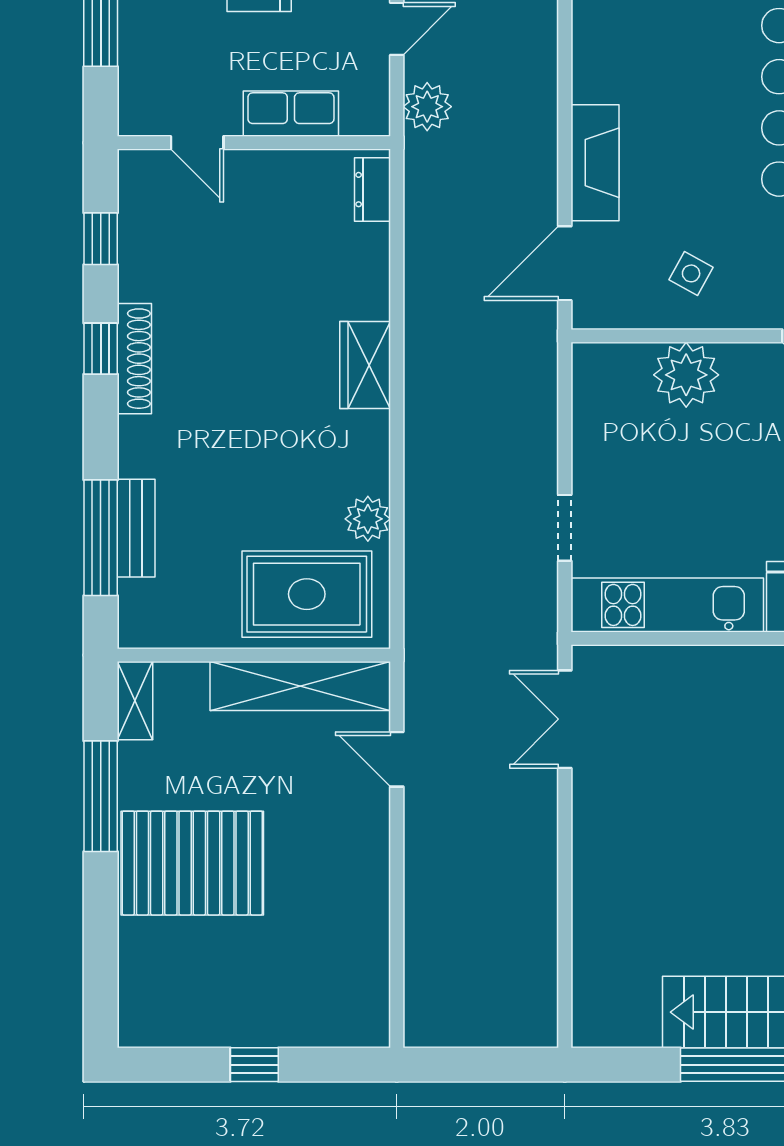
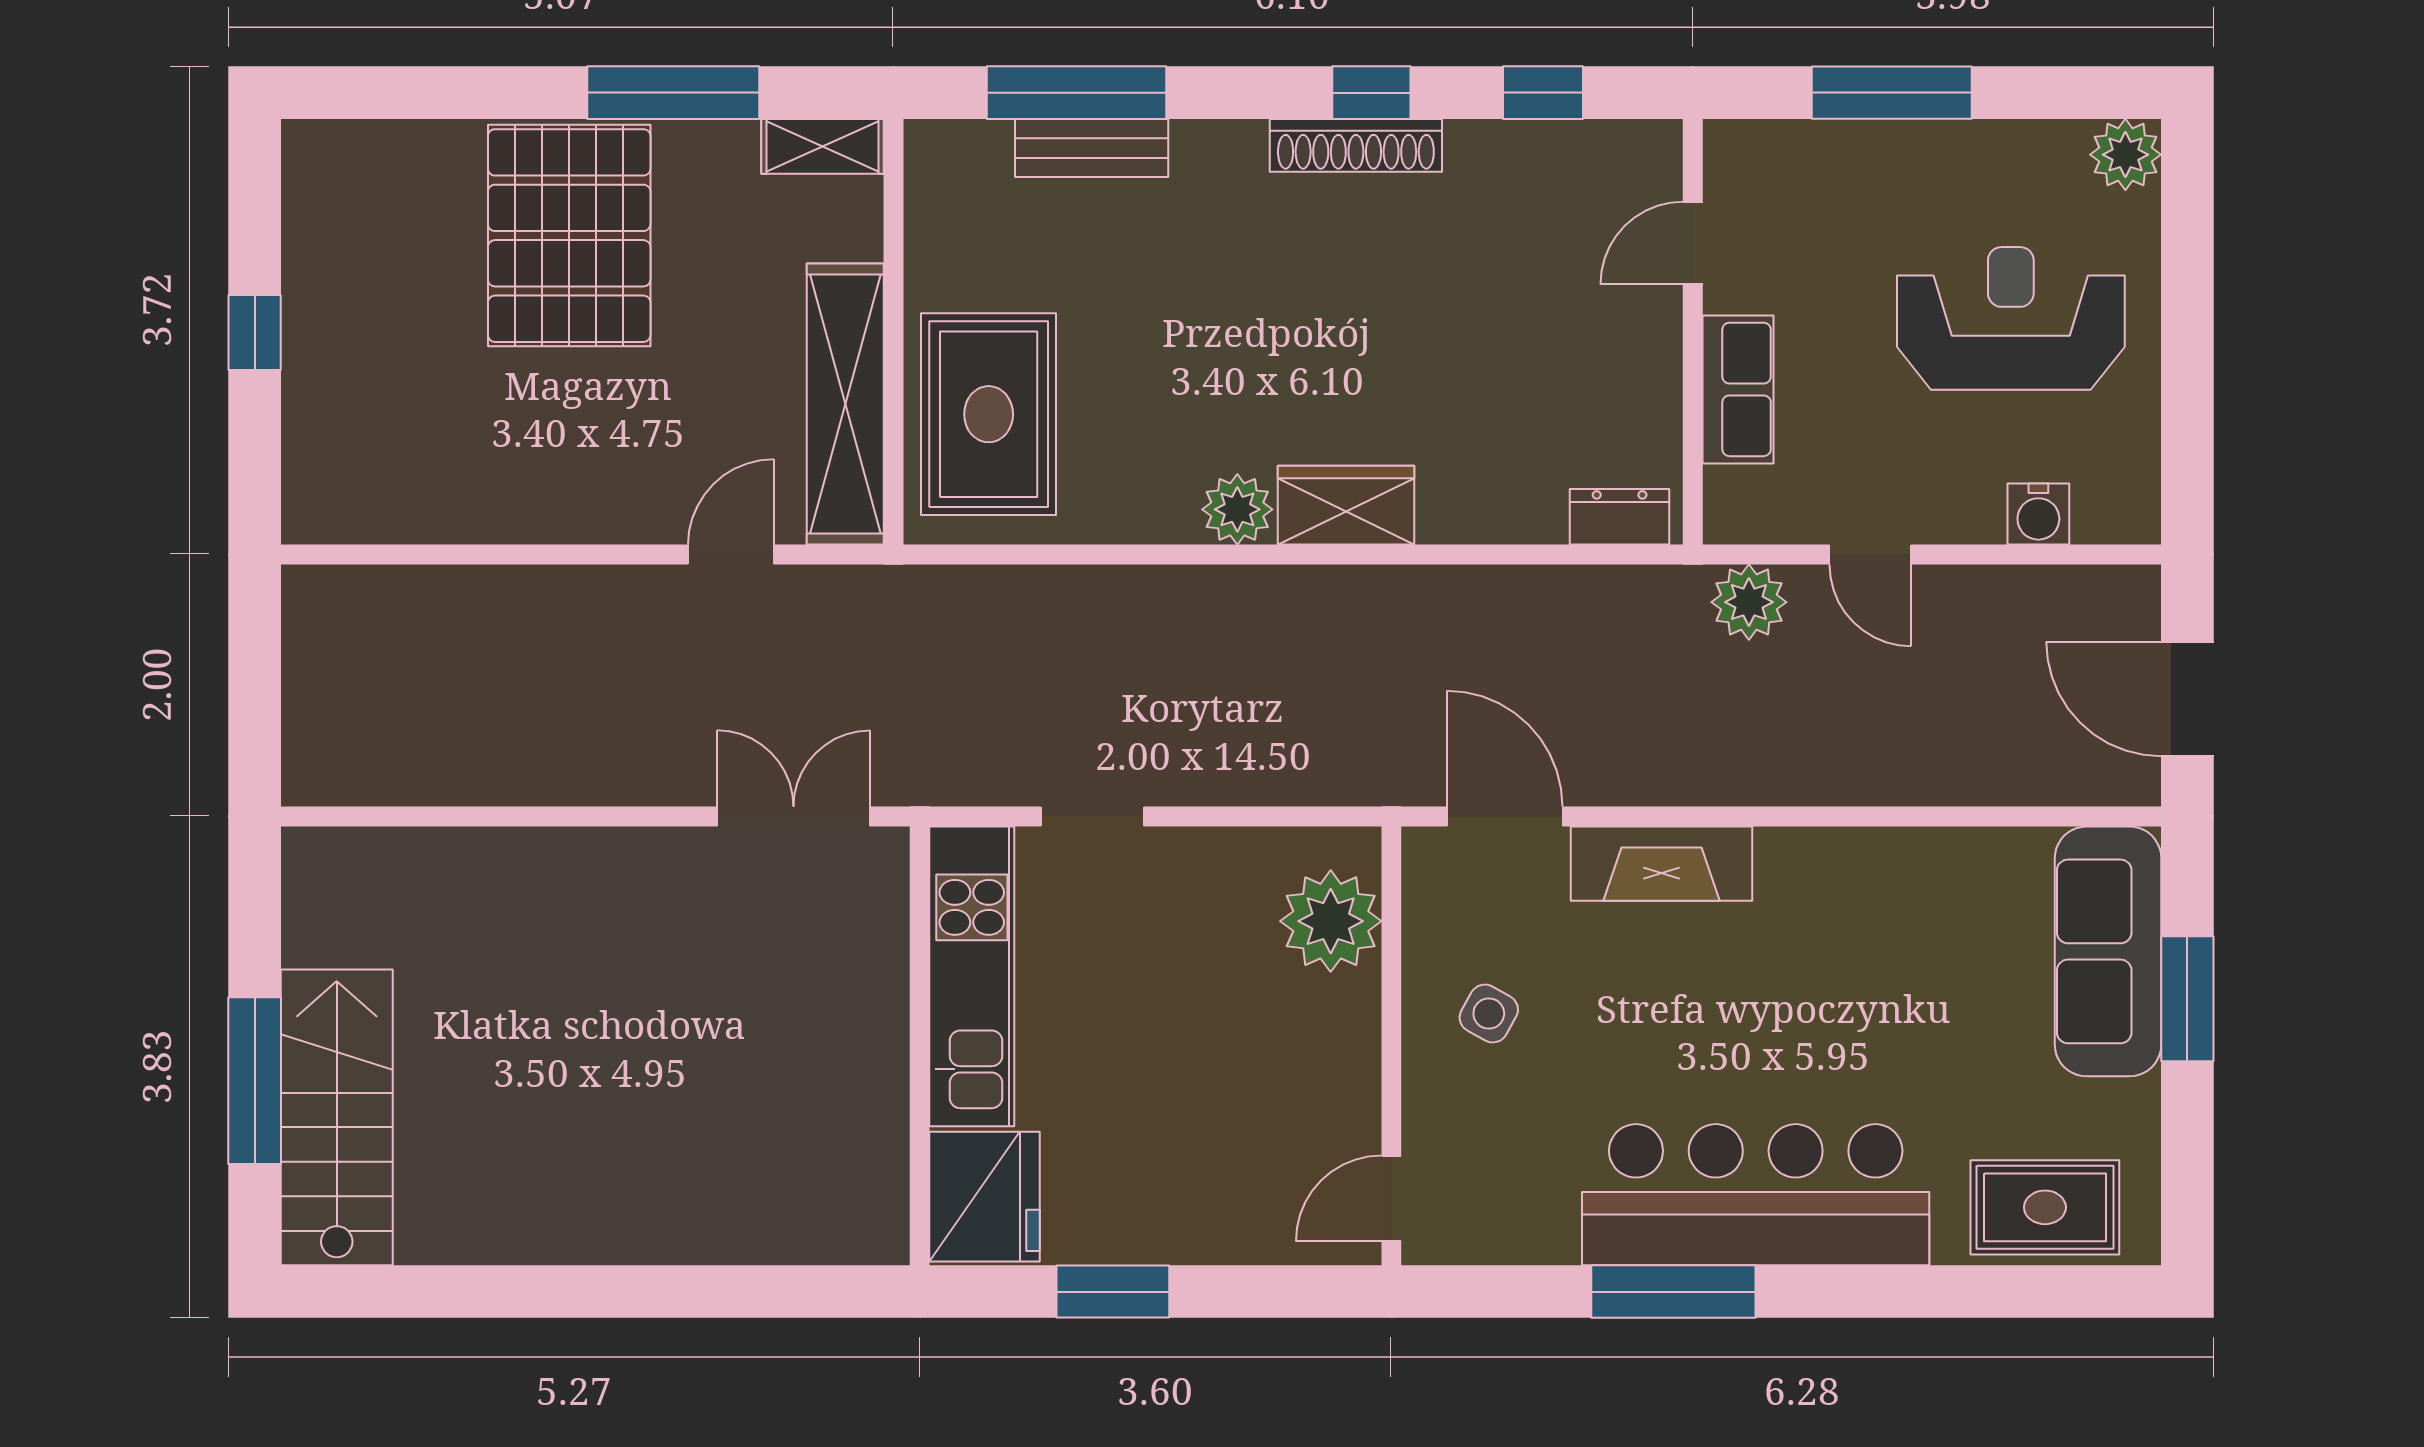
plant: (686, 375) -> (1331, 921), moved
plant: (368, 519) -> (1237, 509), moved

